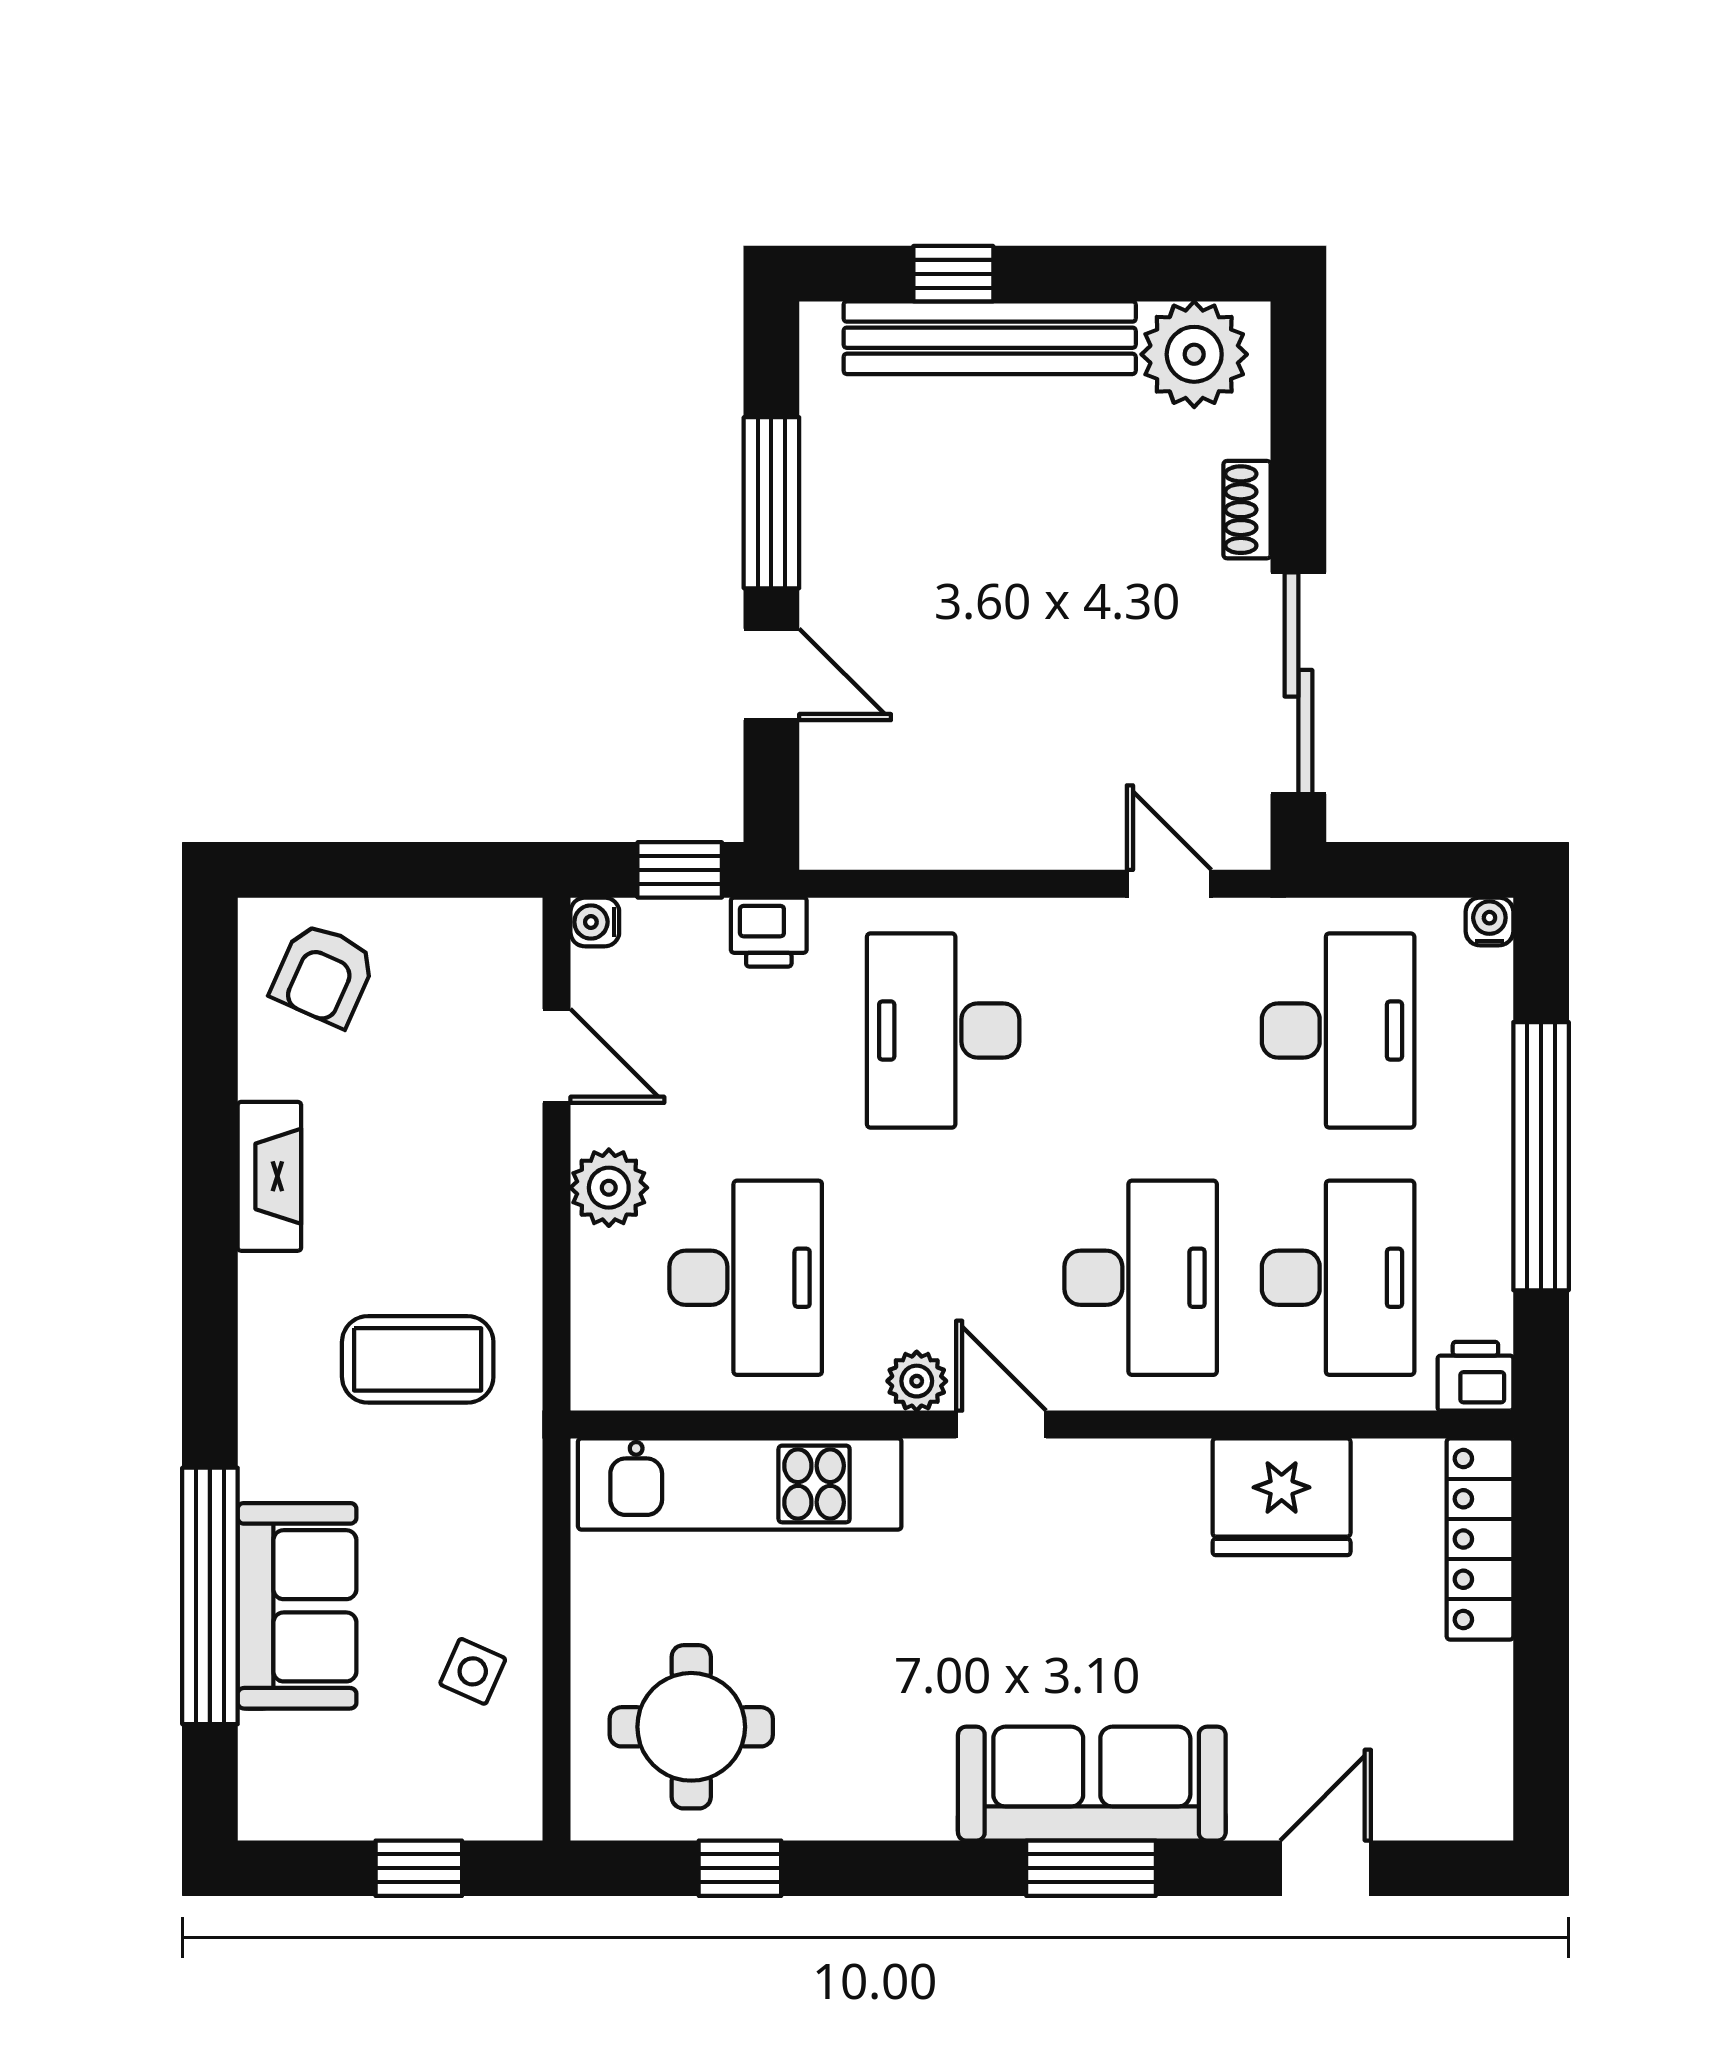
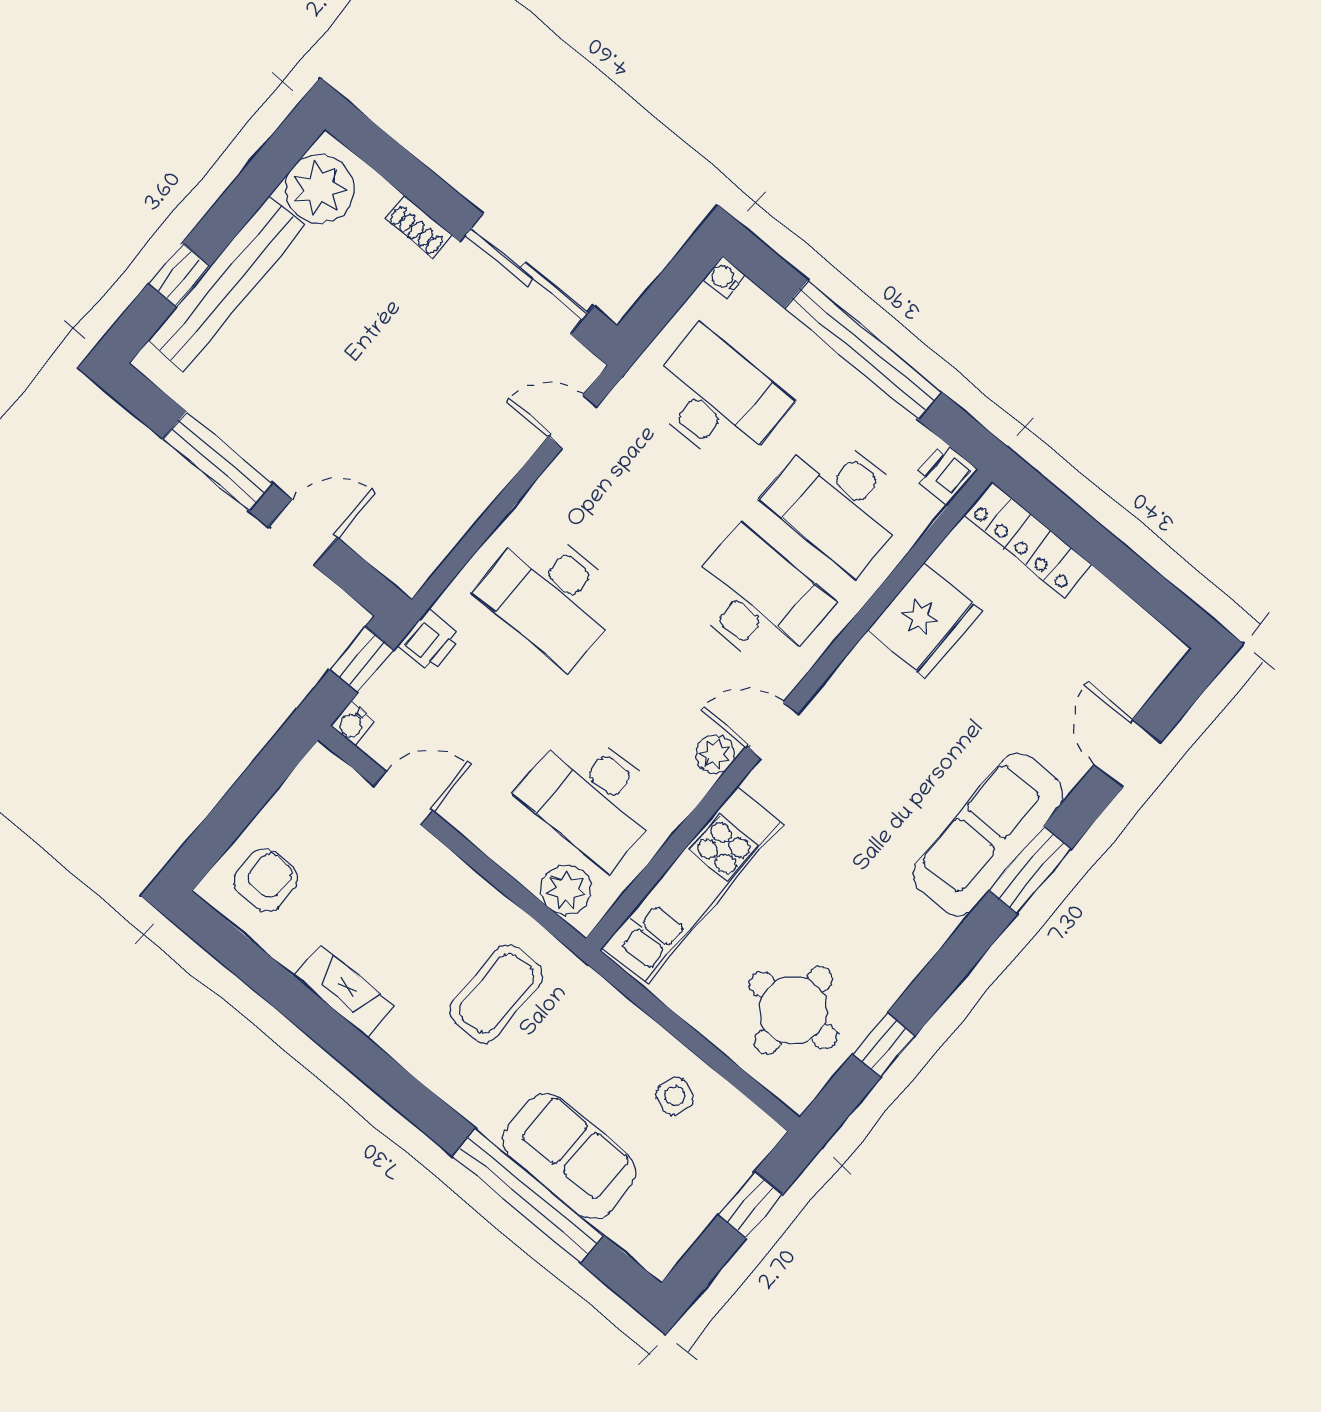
armchair: (324, 974) -> (266, 880), turned -114
plant: (609, 1188) -> (566, 890), moved
desk: (746, 1278) -> (592, 796), turned 180
desk: (1338, 1278) -> (839, 502), turned 180

